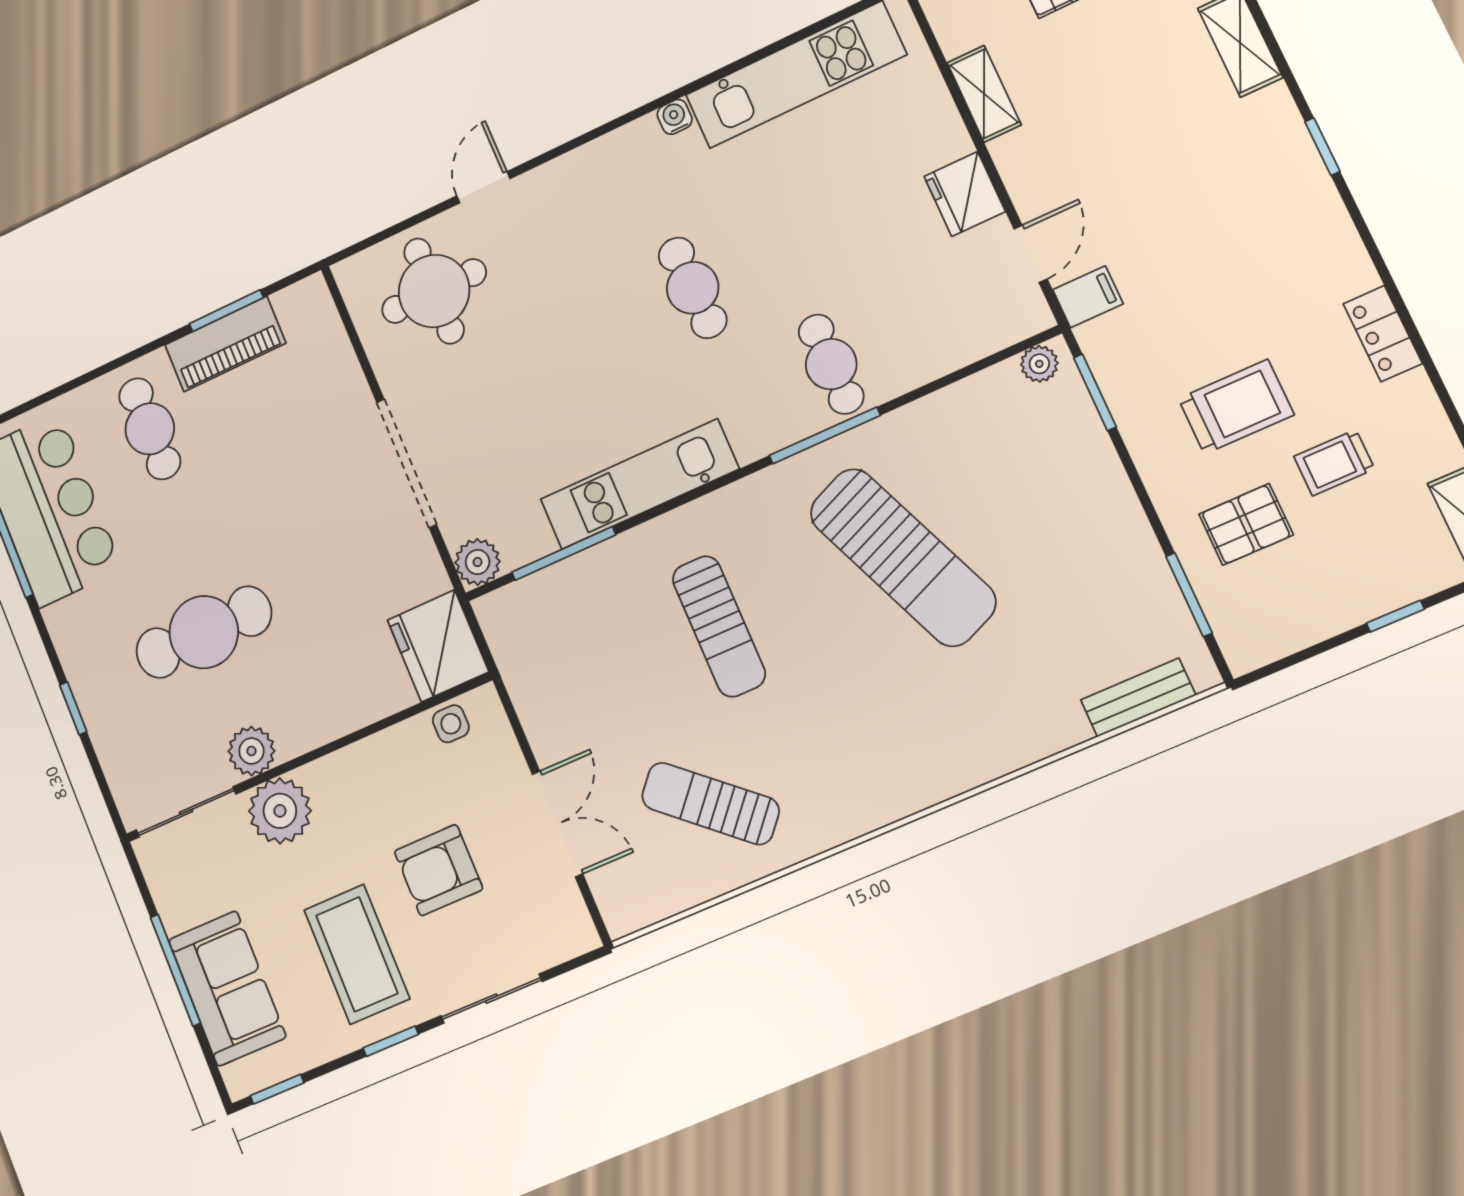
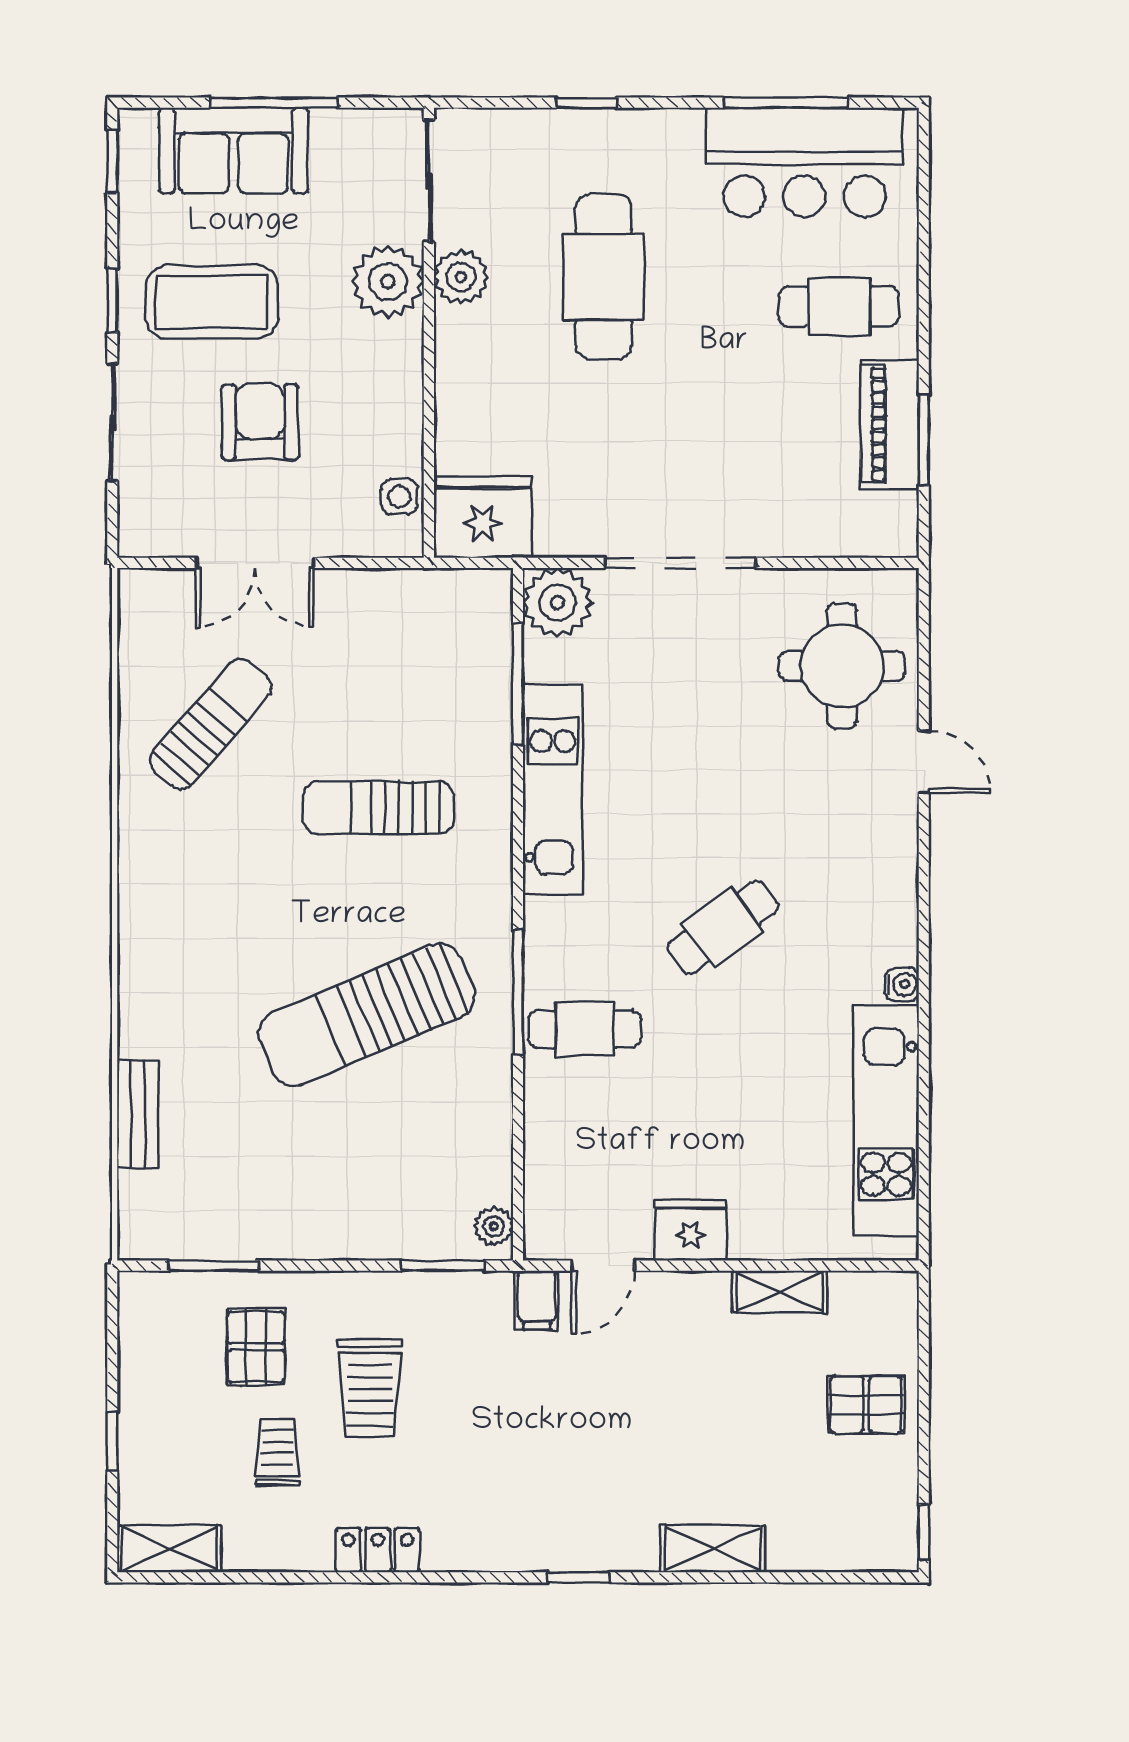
door: (1031, 254) -> (603, 1266), hinge flipped
cafe table: (693, 288) -> (723, 927), turned -34
plant: (478, 562) -> (558, 602), width x1.36, depth x1.36
bench: (1138, 698) -> (138, 1114), moved

